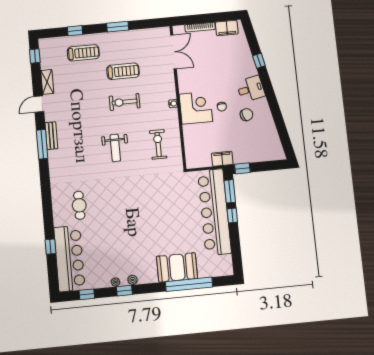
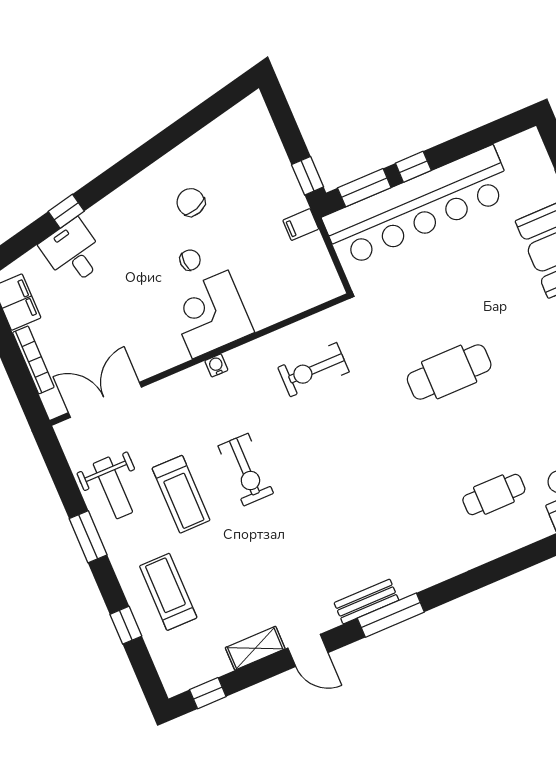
treadmill: (123, 71) -> (181, 494), turned 180
desk: (251, 89) -> (73, 252), moved
weight bench: (115, 148) -> (113, 488), moved, turned 90
filing cabinet: (222, 159) -> (301, 225), width x0.50
cafe table: (138, 203) -> (449, 372), added

